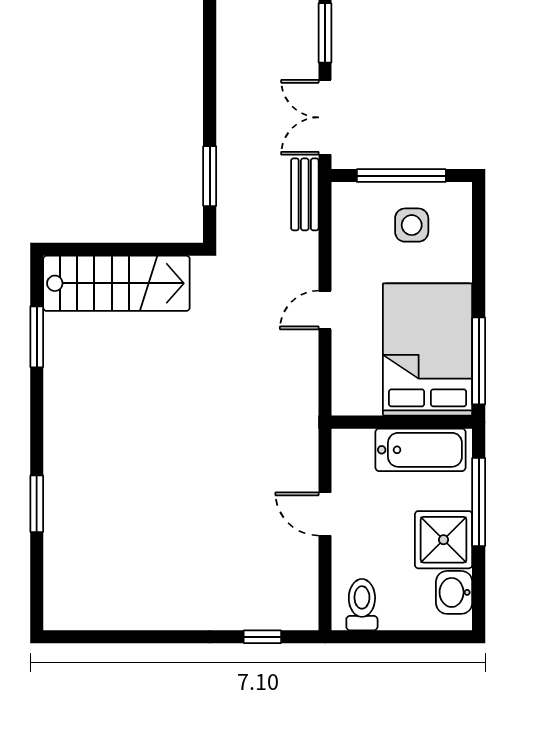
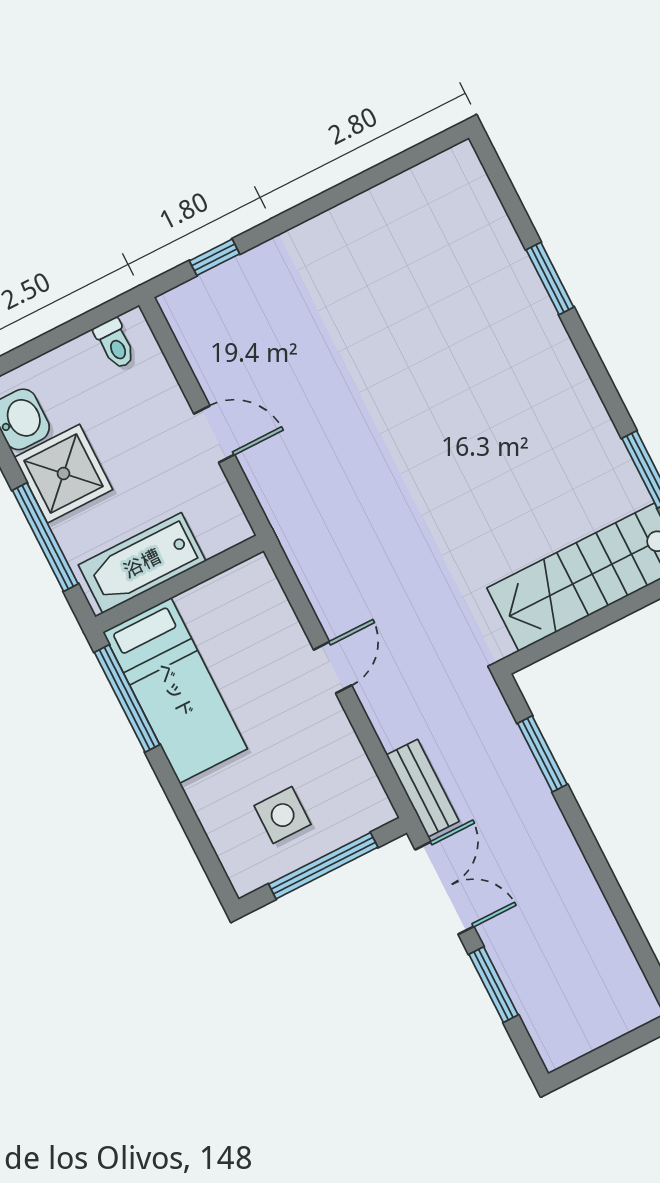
bed: (428, 350) -> (175, 690), width x0.67
toilet: (362, 605) -> (115, 344), width x0.73, depth x0.72

